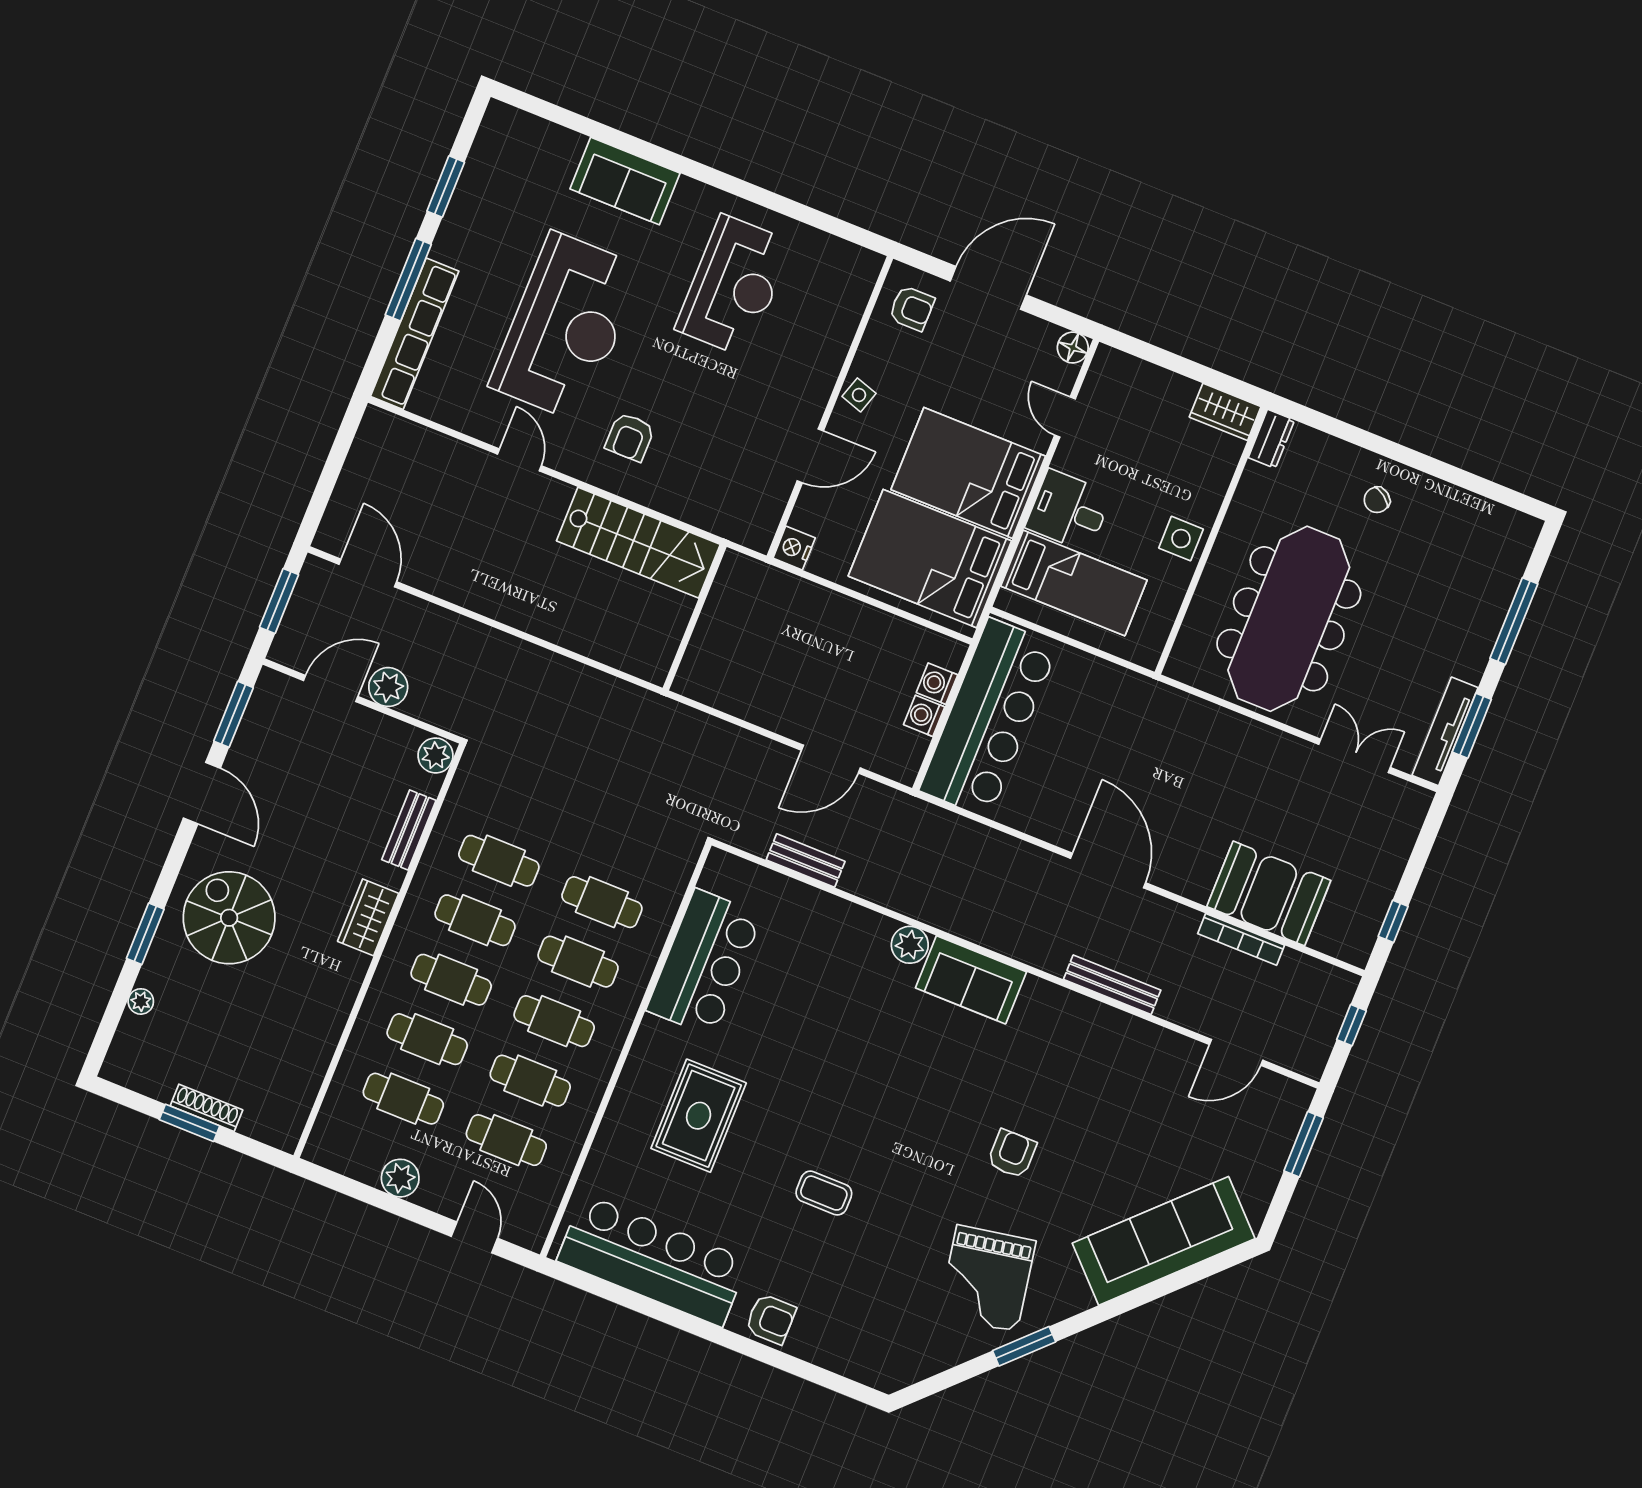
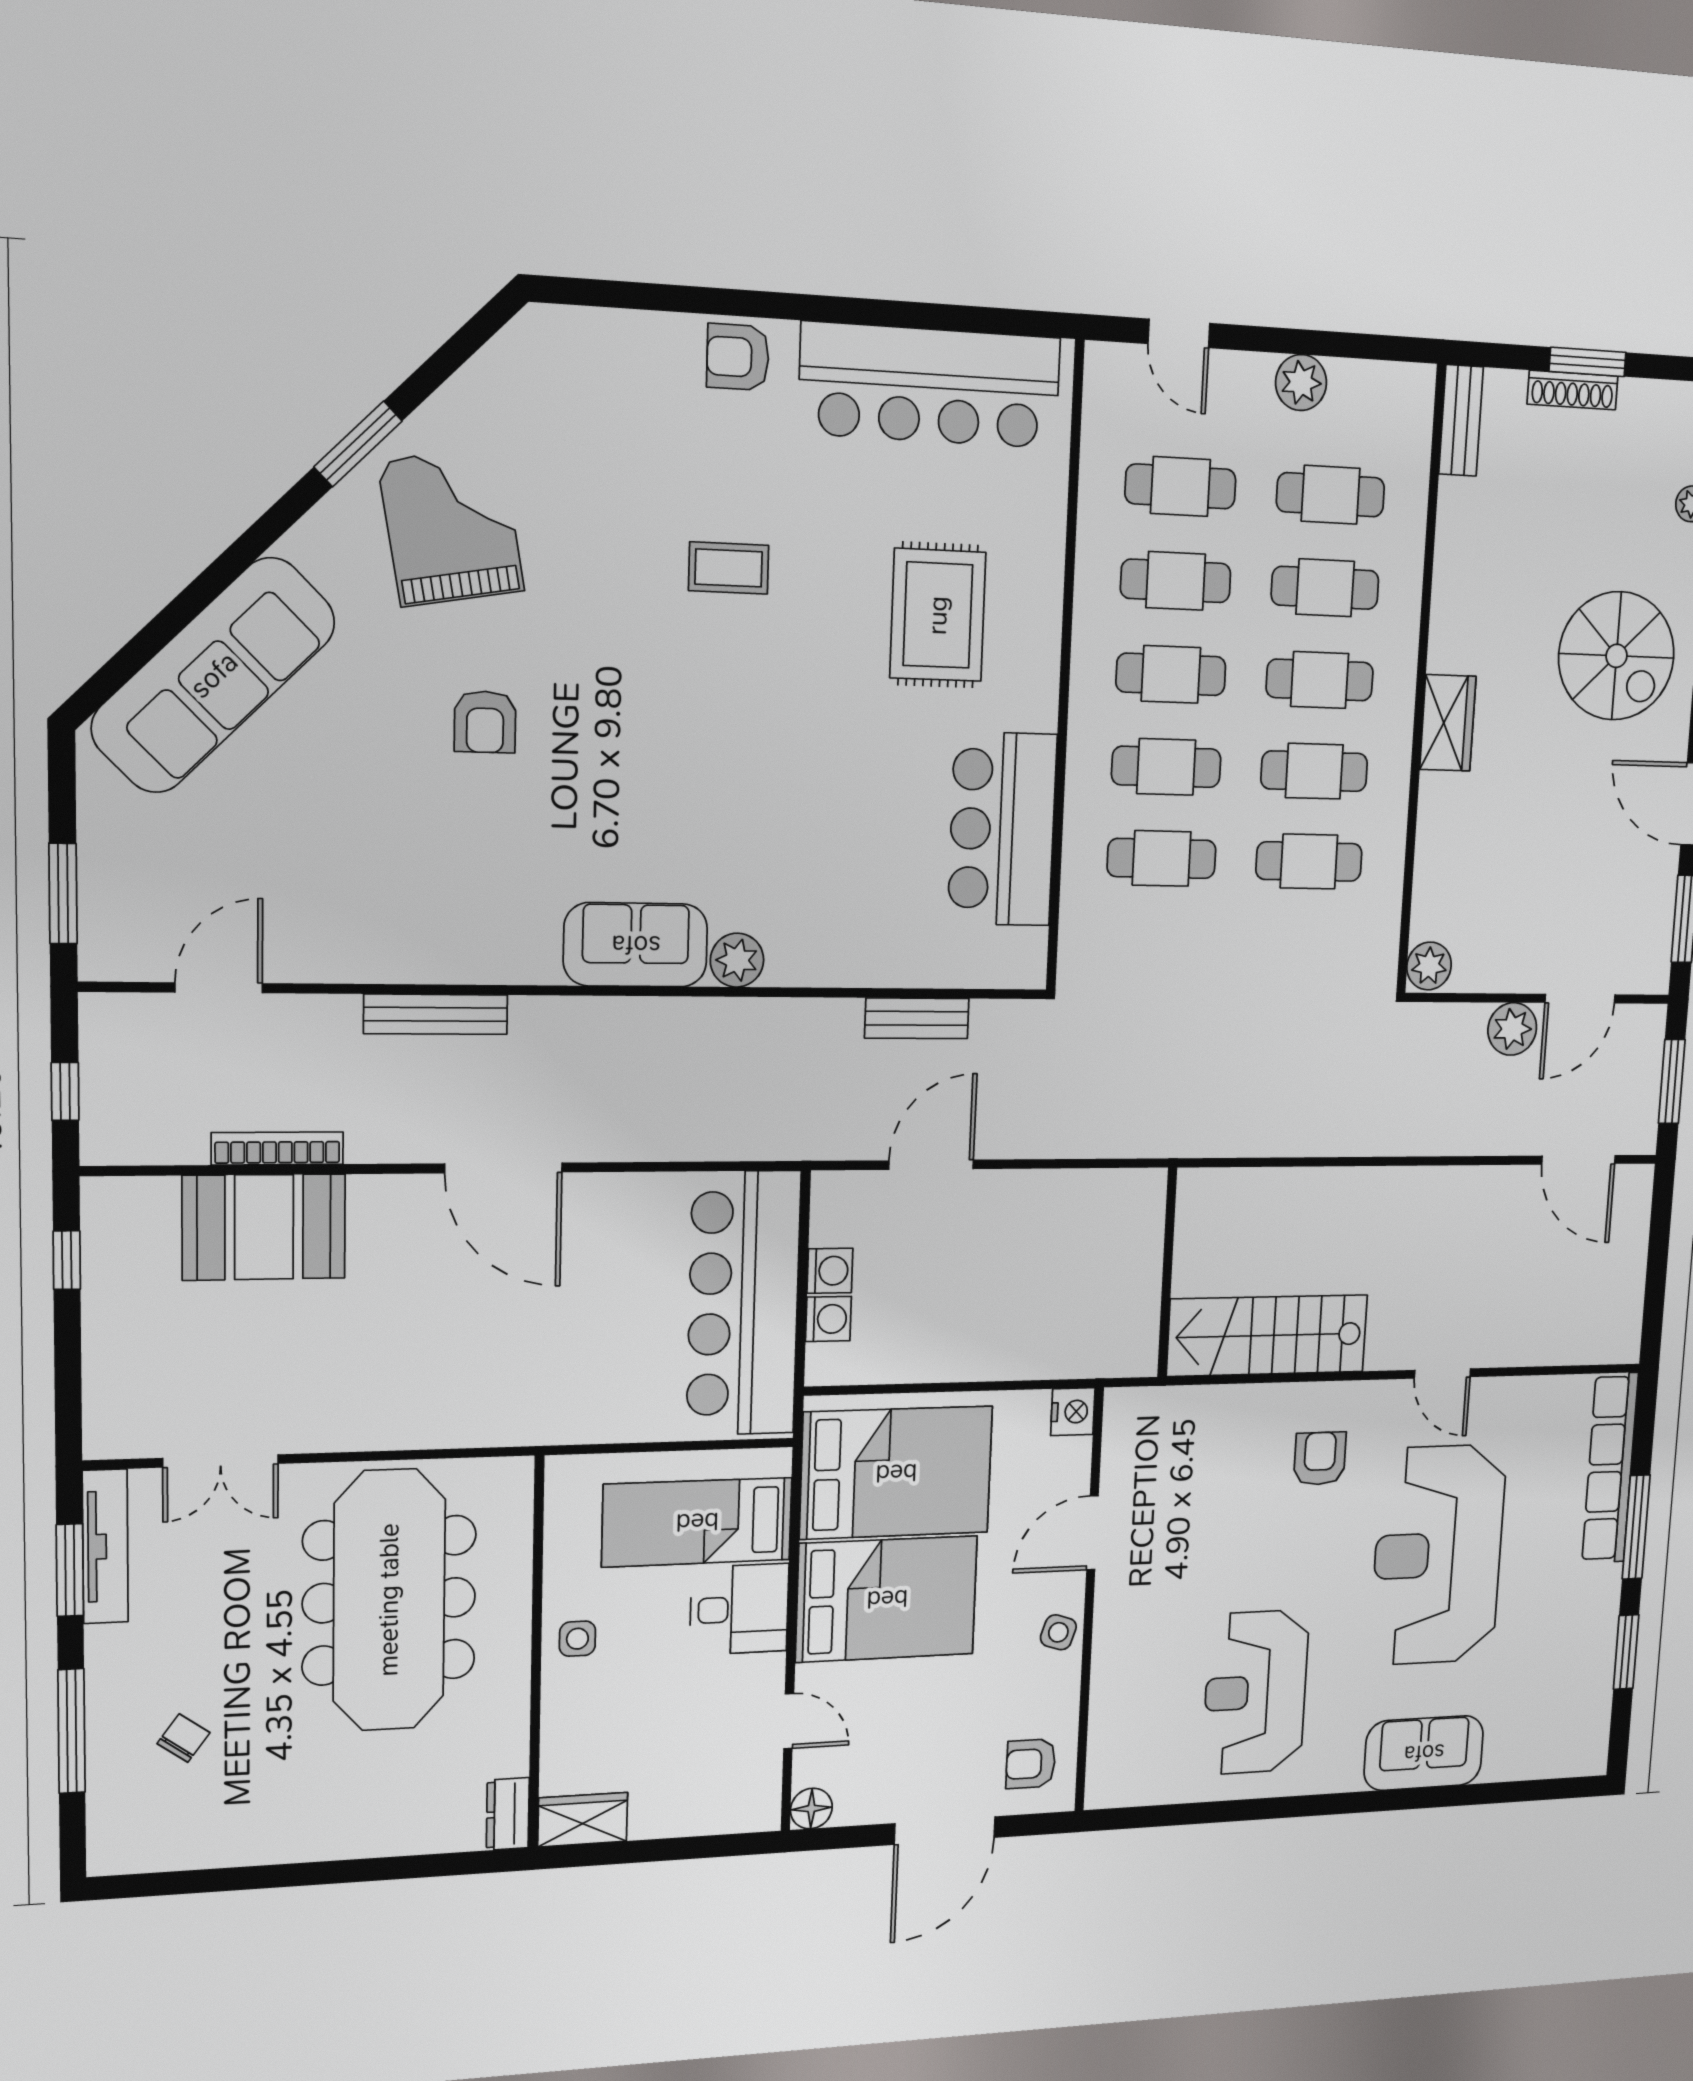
chair: (1377, 500) -> (184, 1738), moved
side table: (1181, 539) -> (577, 1639), width x0.73, depth x0.73
bench: (409, 830) -> (1461, 420), moved

